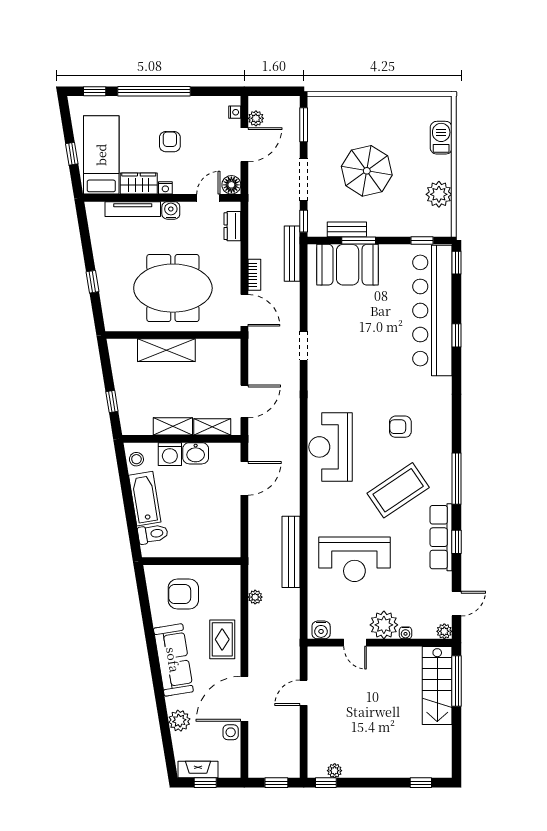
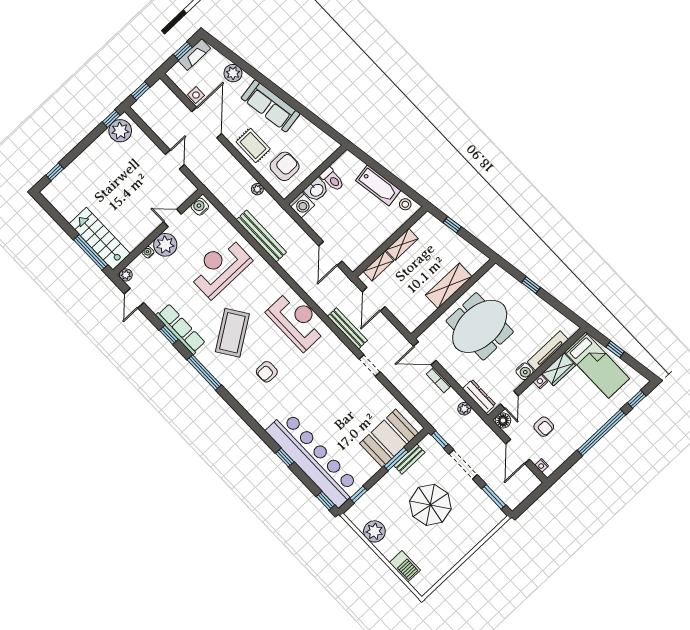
plant: (256, 118) -> (464, 409), moved
armchair: (170, 142) -> (544, 427), moved
dresser: (232, 226) -> (479, 396), width x1.44
bench: (292, 254) -> (347, 328), moved
armchair: (400, 427) -> (267, 372), turned 180
washbasin: (196, 453) -> (316, 190), moved, turned 180
washing machine: (170, 454) -> (302, 205), moved, turned 180
toilet: (153, 534) -> (332, 179), moved, turned -81
armchair: (183, 594) -> (285, 166), moved
plant: (335, 771) -> (120, 131), width x1.88, depth x1.88

